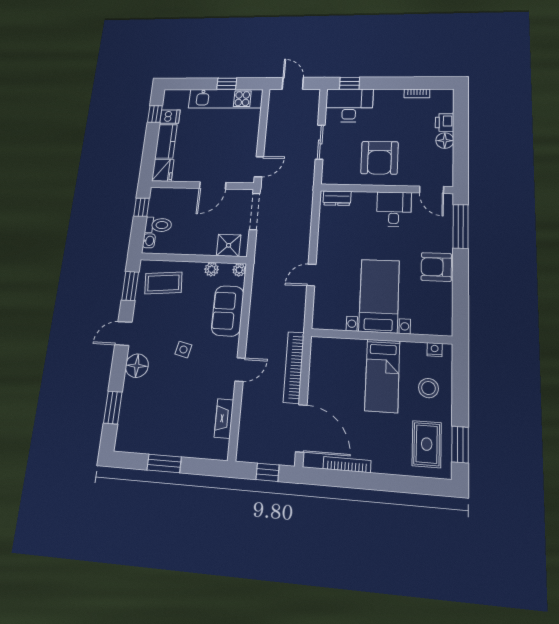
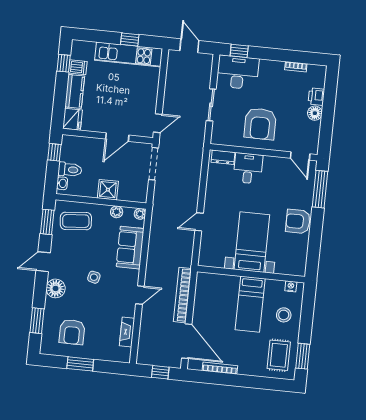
desk: (394, 209) -> (248, 168), moved
shower: (229, 245) -> (108, 190), moved
armchair: (155, 421) -> (72, 332), added

